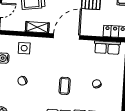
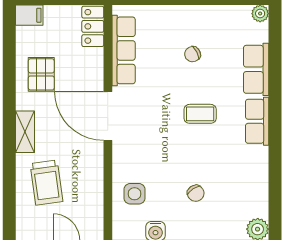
shelving: (37, 27) -> (94, 172), removed
row of seats: (107, 48) -> (124, 50), width x1.48

